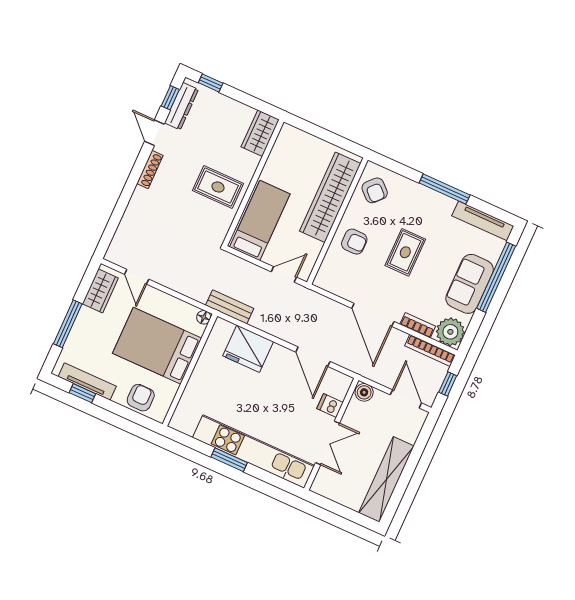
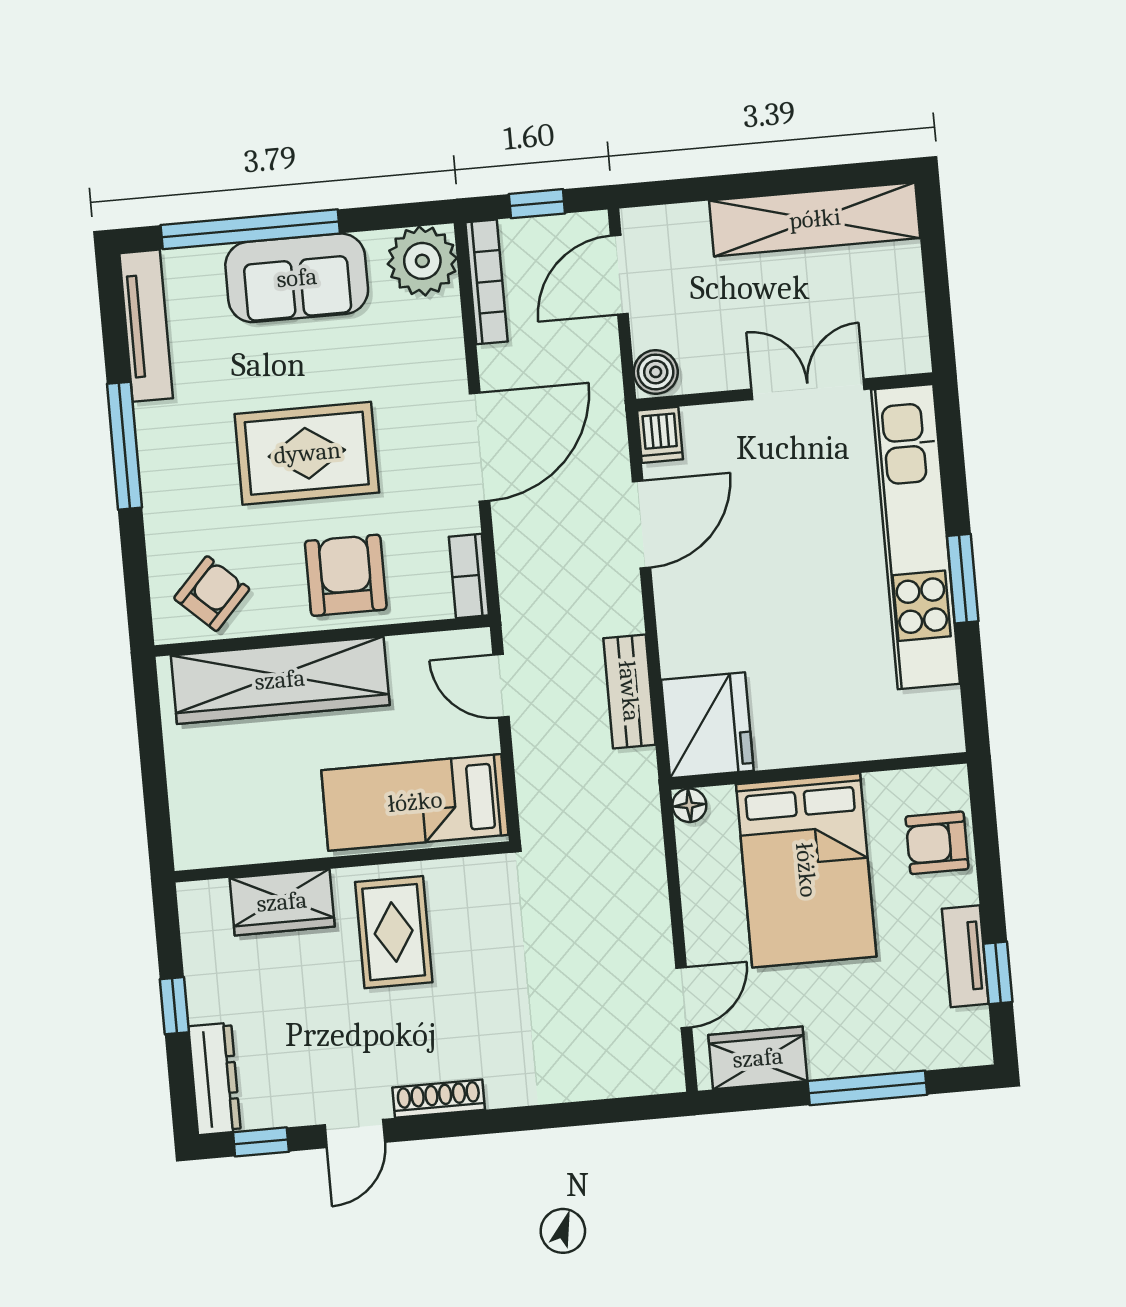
window: (211, 83) -> (174, 1006), moved
dresser: (181, 106) -> (215, 1079), moved, turned 90
wardrobe: (260, 133) -> (282, 902), moved
armchair: (354, 242) -> (346, 575), width x1.38, depth x1.38
rug: (405, 252) -> (307, 453), width x1.36, depth x1.43
bench: (230, 307) -> (629, 691), moved
bookcase: (418, 325) -> (469, 576), moved
fridge: (248, 349) -> (707, 725), moved
tv unit: (87, 381) -> (965, 956), width x0.71
dishwasher: (330, 406) -> (660, 435), moved

